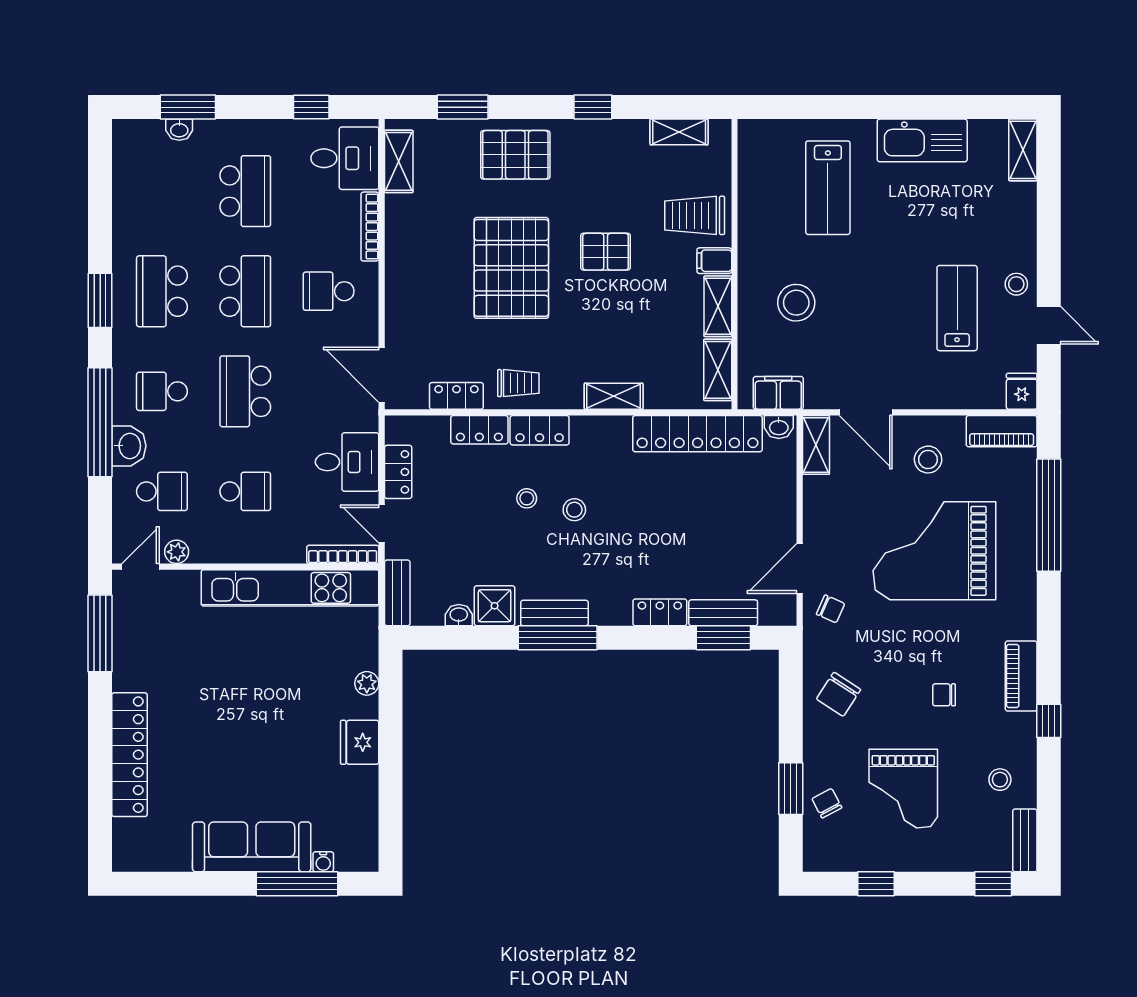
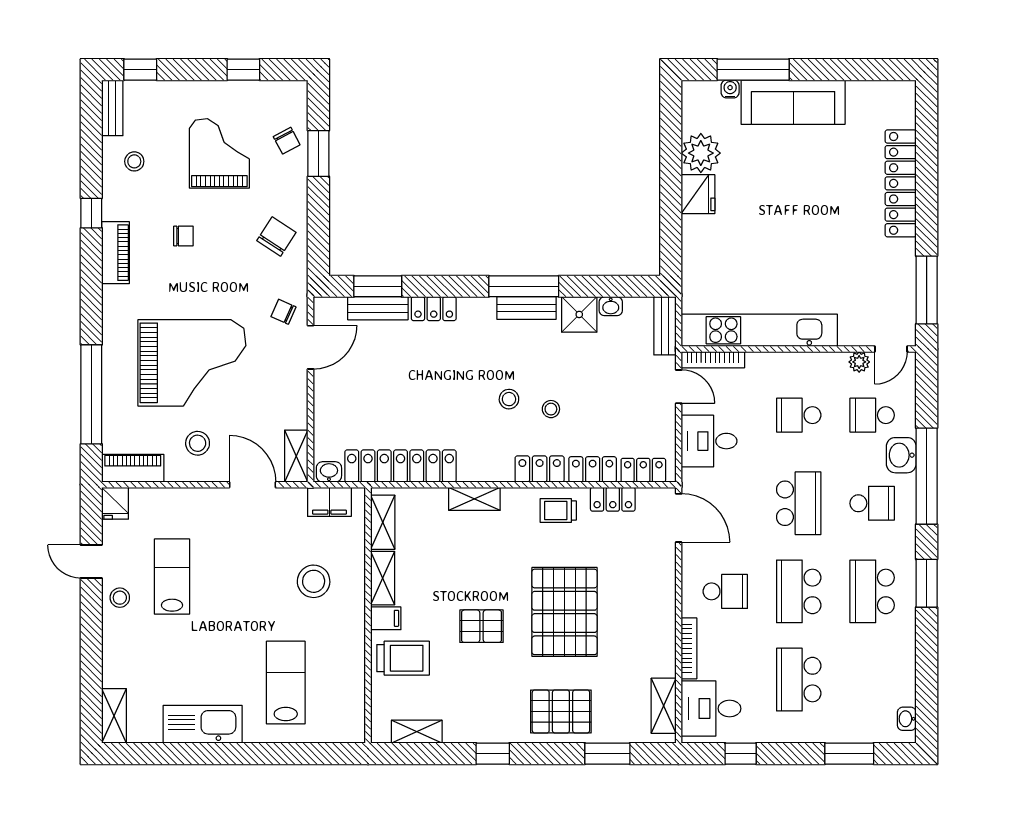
washbasin: (179, 130) -> (907, 719), moved, turned -90
school desk: (162, 291) -> (872, 591), turned 180
lab bench: (957, 308) -> (172, 577), turned 180
locker: (398, 472) -> (643, 470), moved, turned 90
plant: (367, 683) -> (701, 153), moved, width x1.88, depth x1.88

